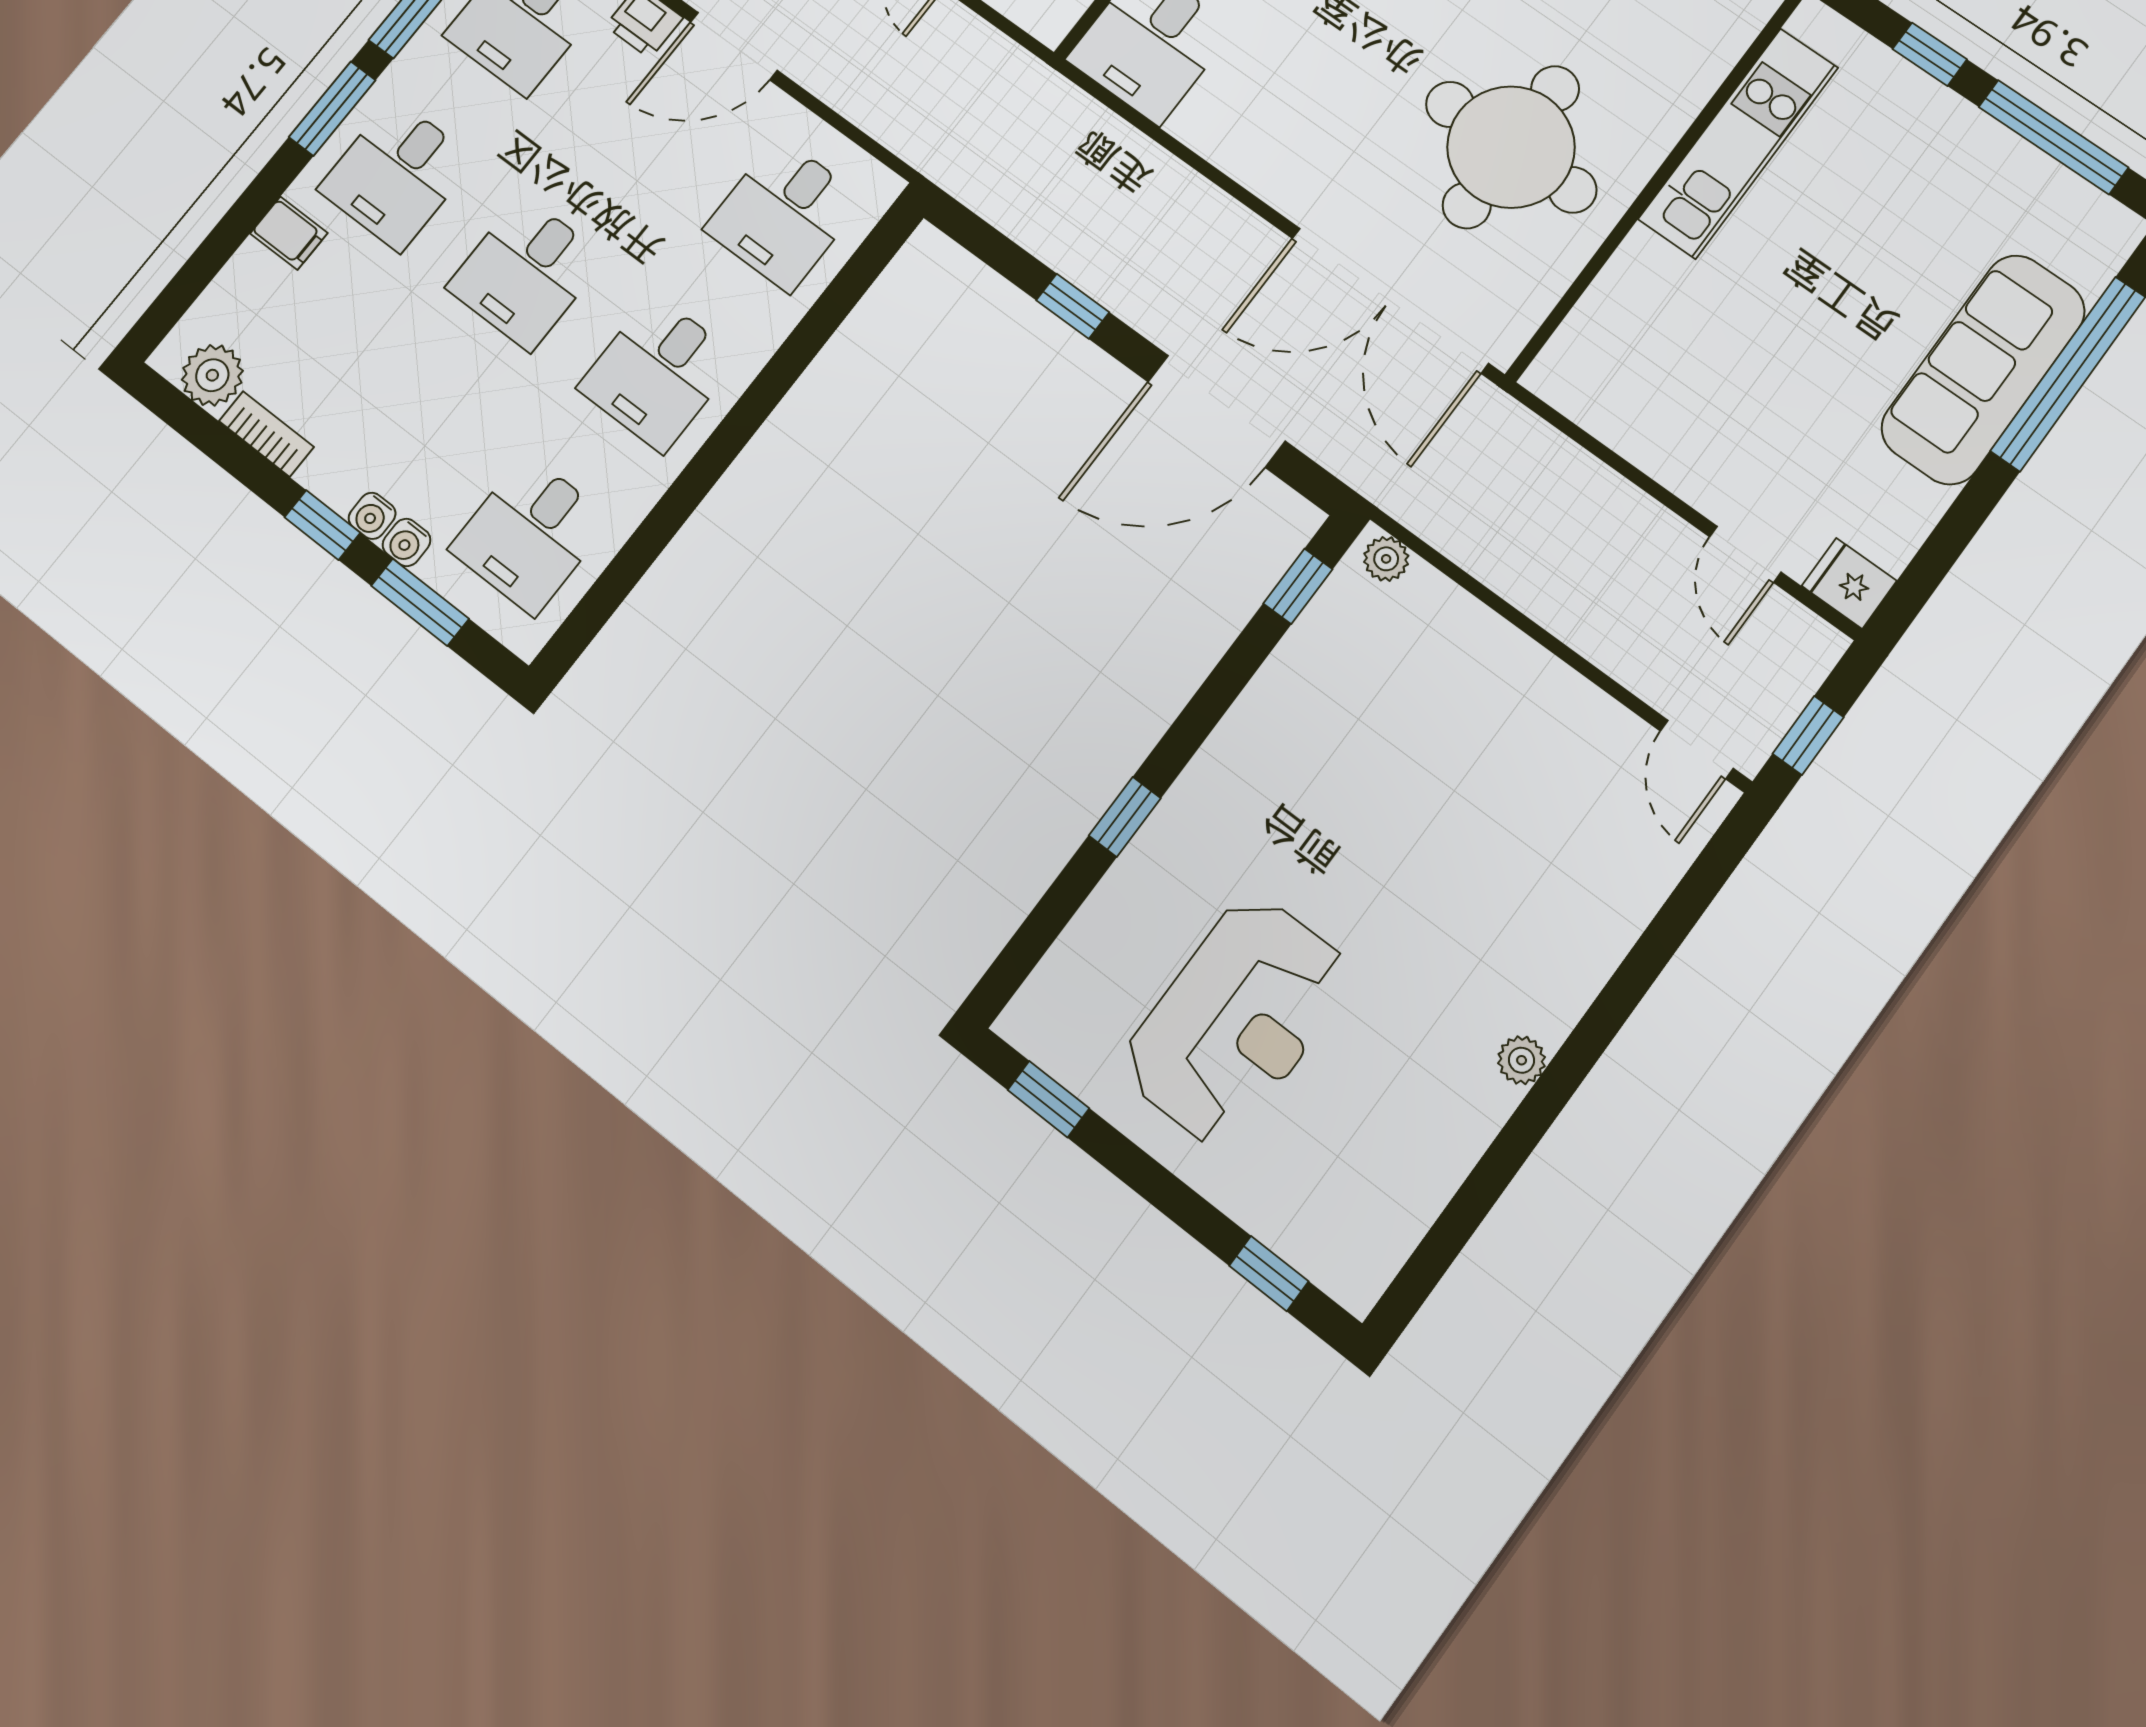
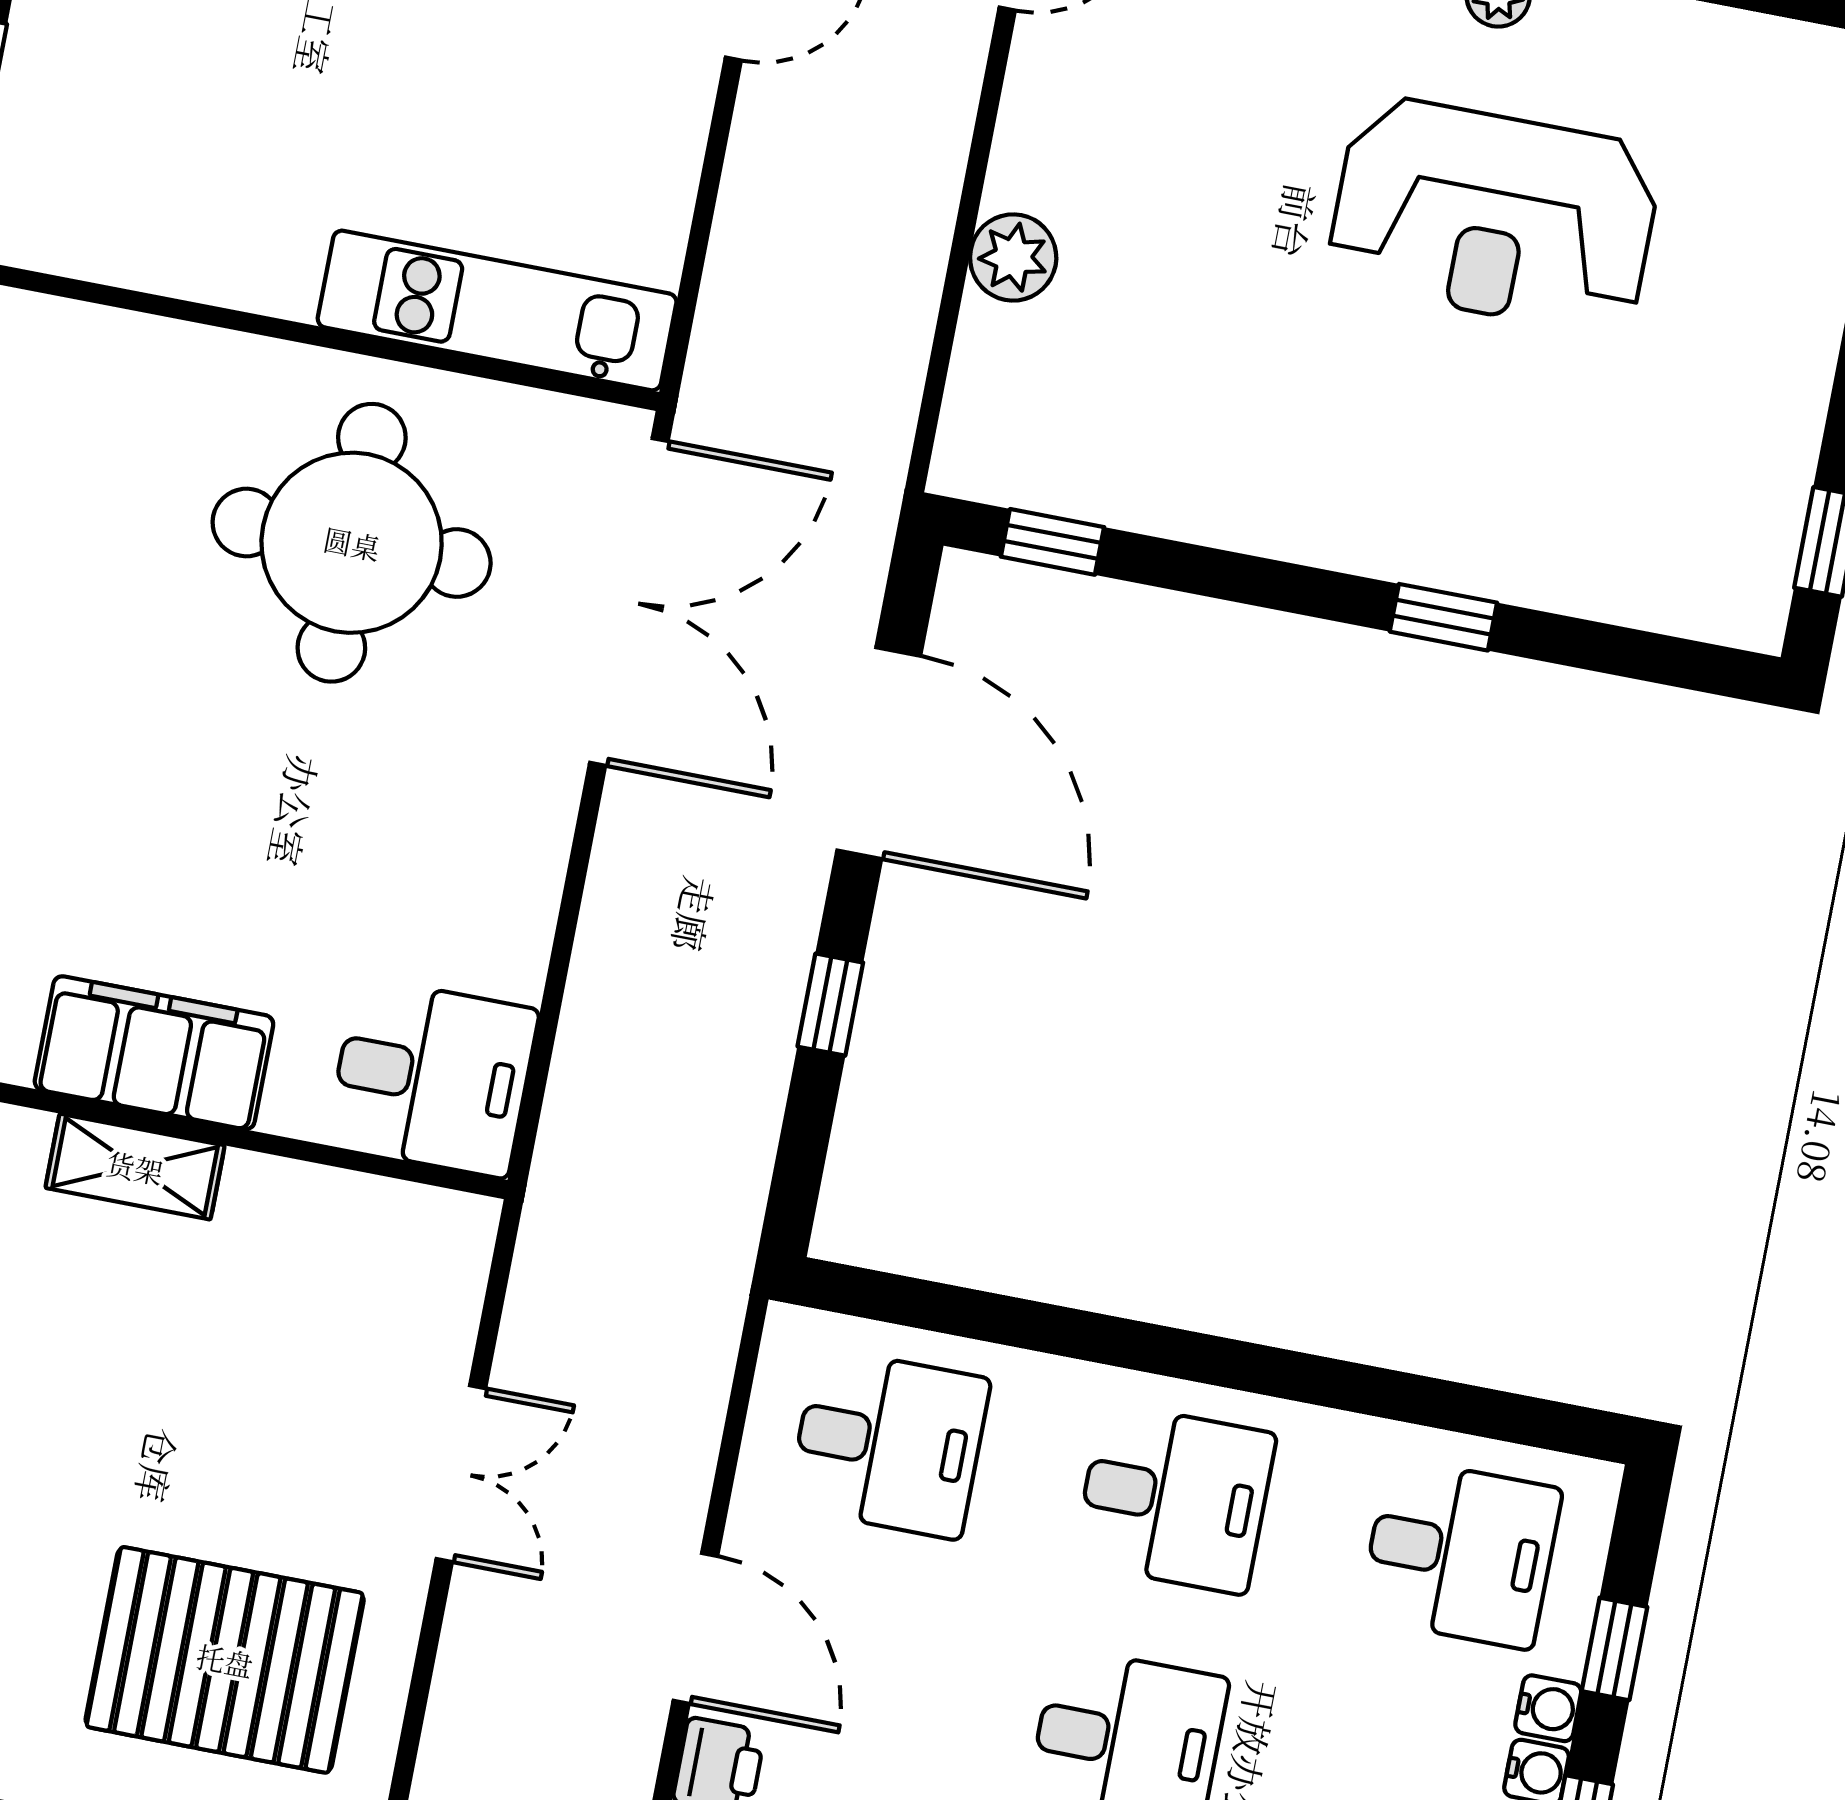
kitchen unit: (1738, 143) -> (497, 310), moved
plant: (1386, 559) -> (1013, 257), moved, width x1.38, depth x1.38
window: (420, 602) -> (1614, 1649), width x0.67
reception desk: (1236, 1020) -> (1494, 215), moved, turned 180

